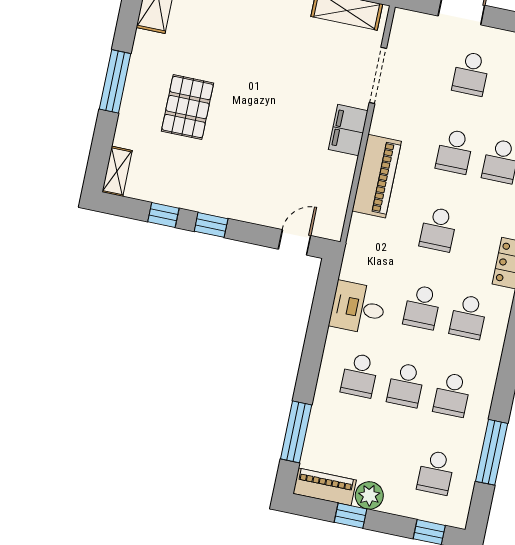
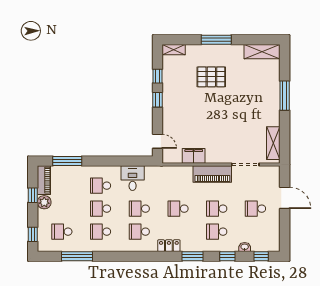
filing cabinet: (348, 130) -> (194, 156), moved
piano: (377, 176) -> (212, 174), moved

